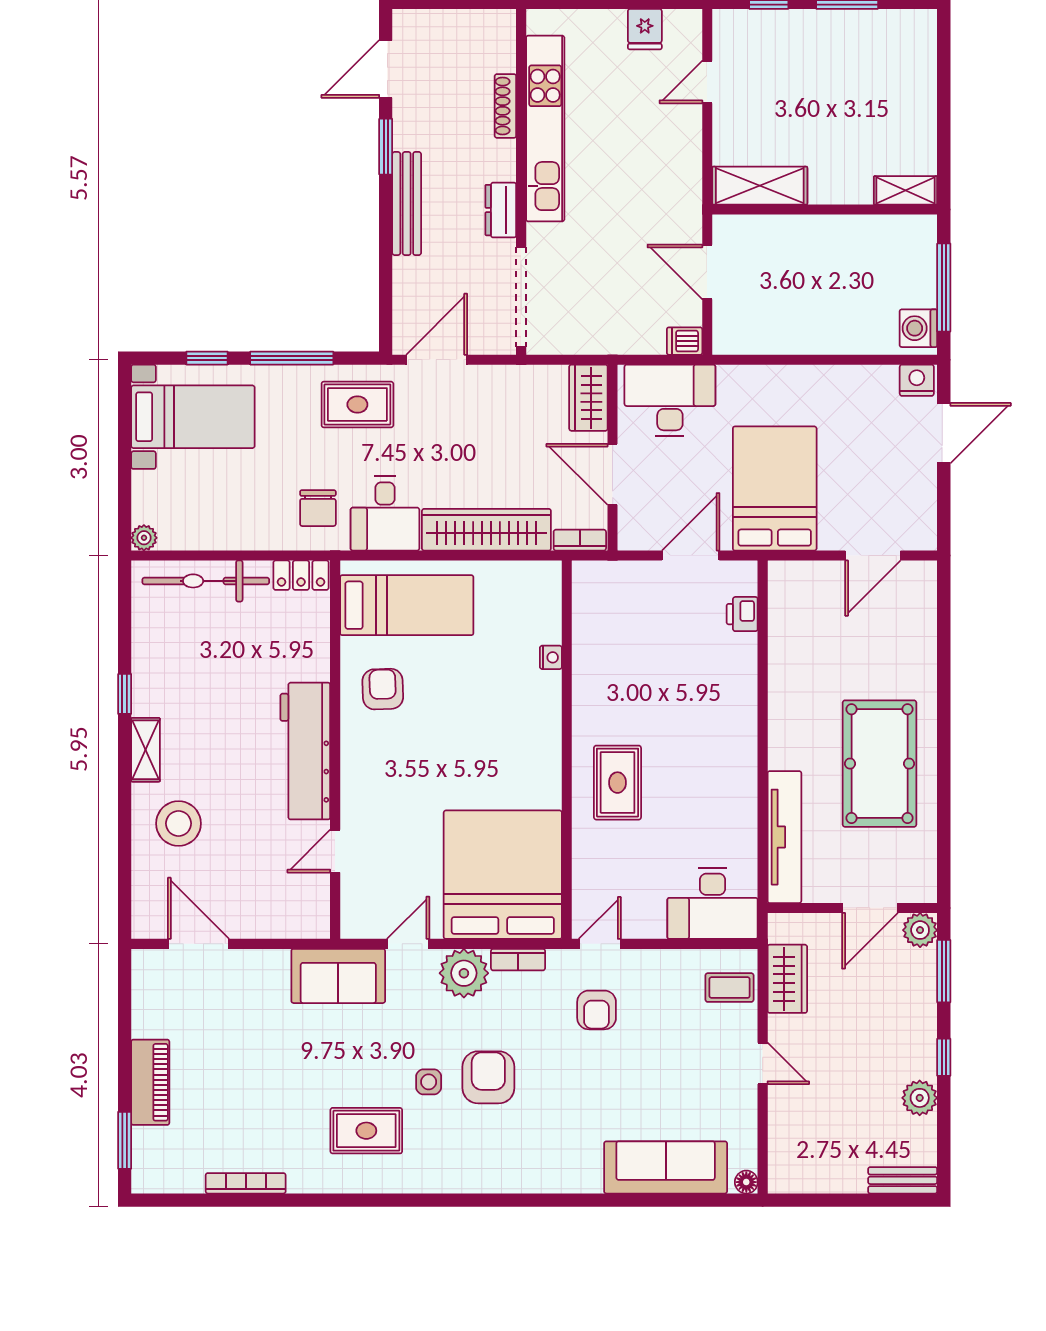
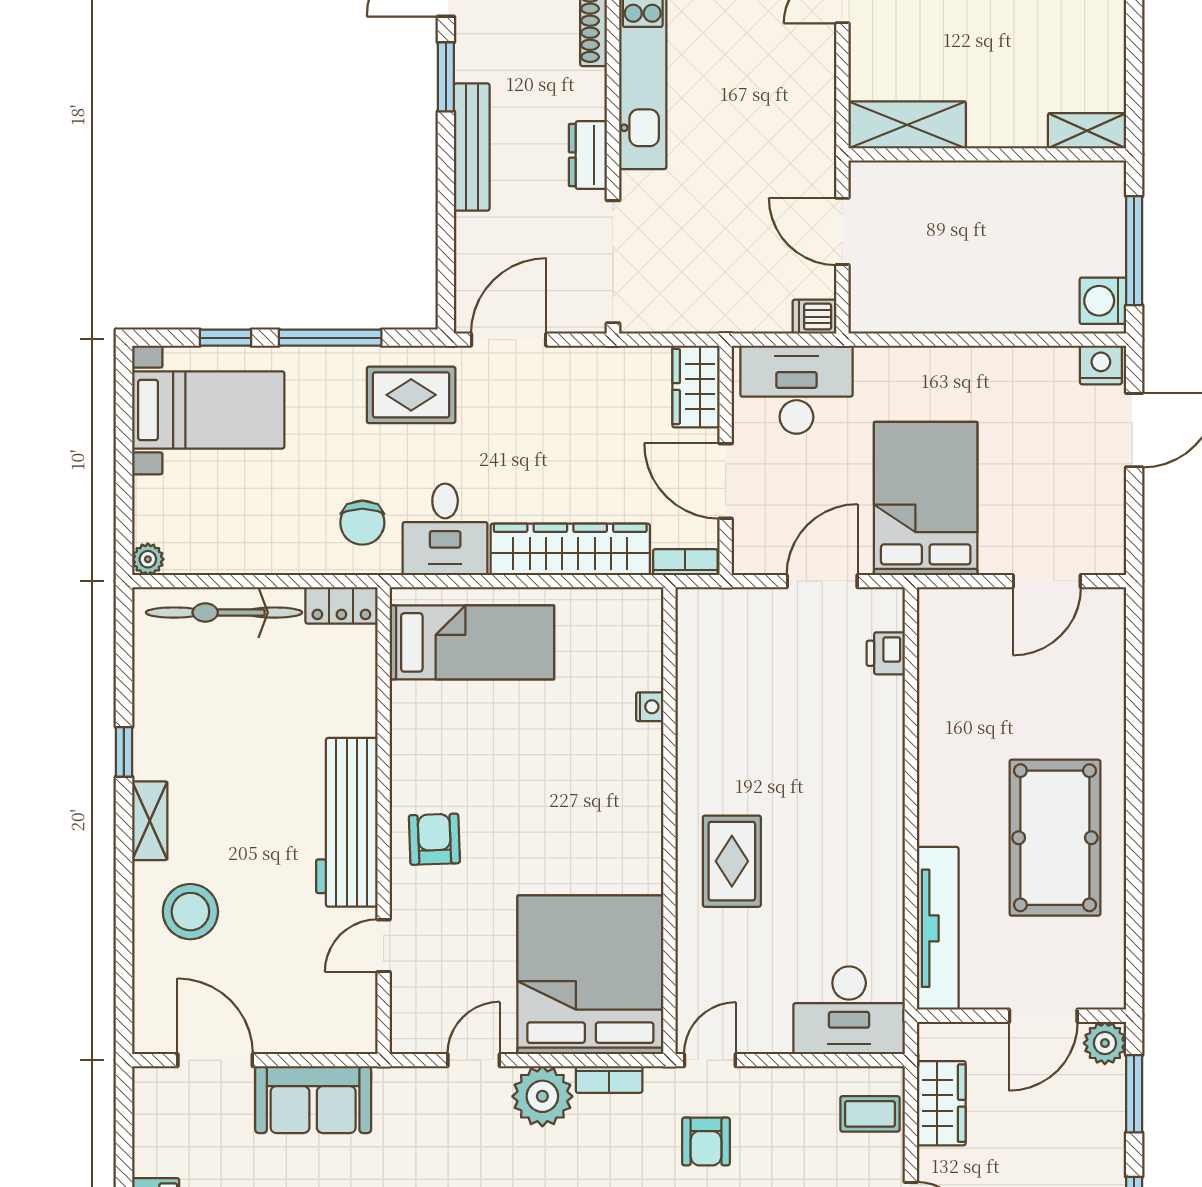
armchair: (383, 689) -> (434, 839), moved
sofa: (338, 976) -> (313, 1100), moved

